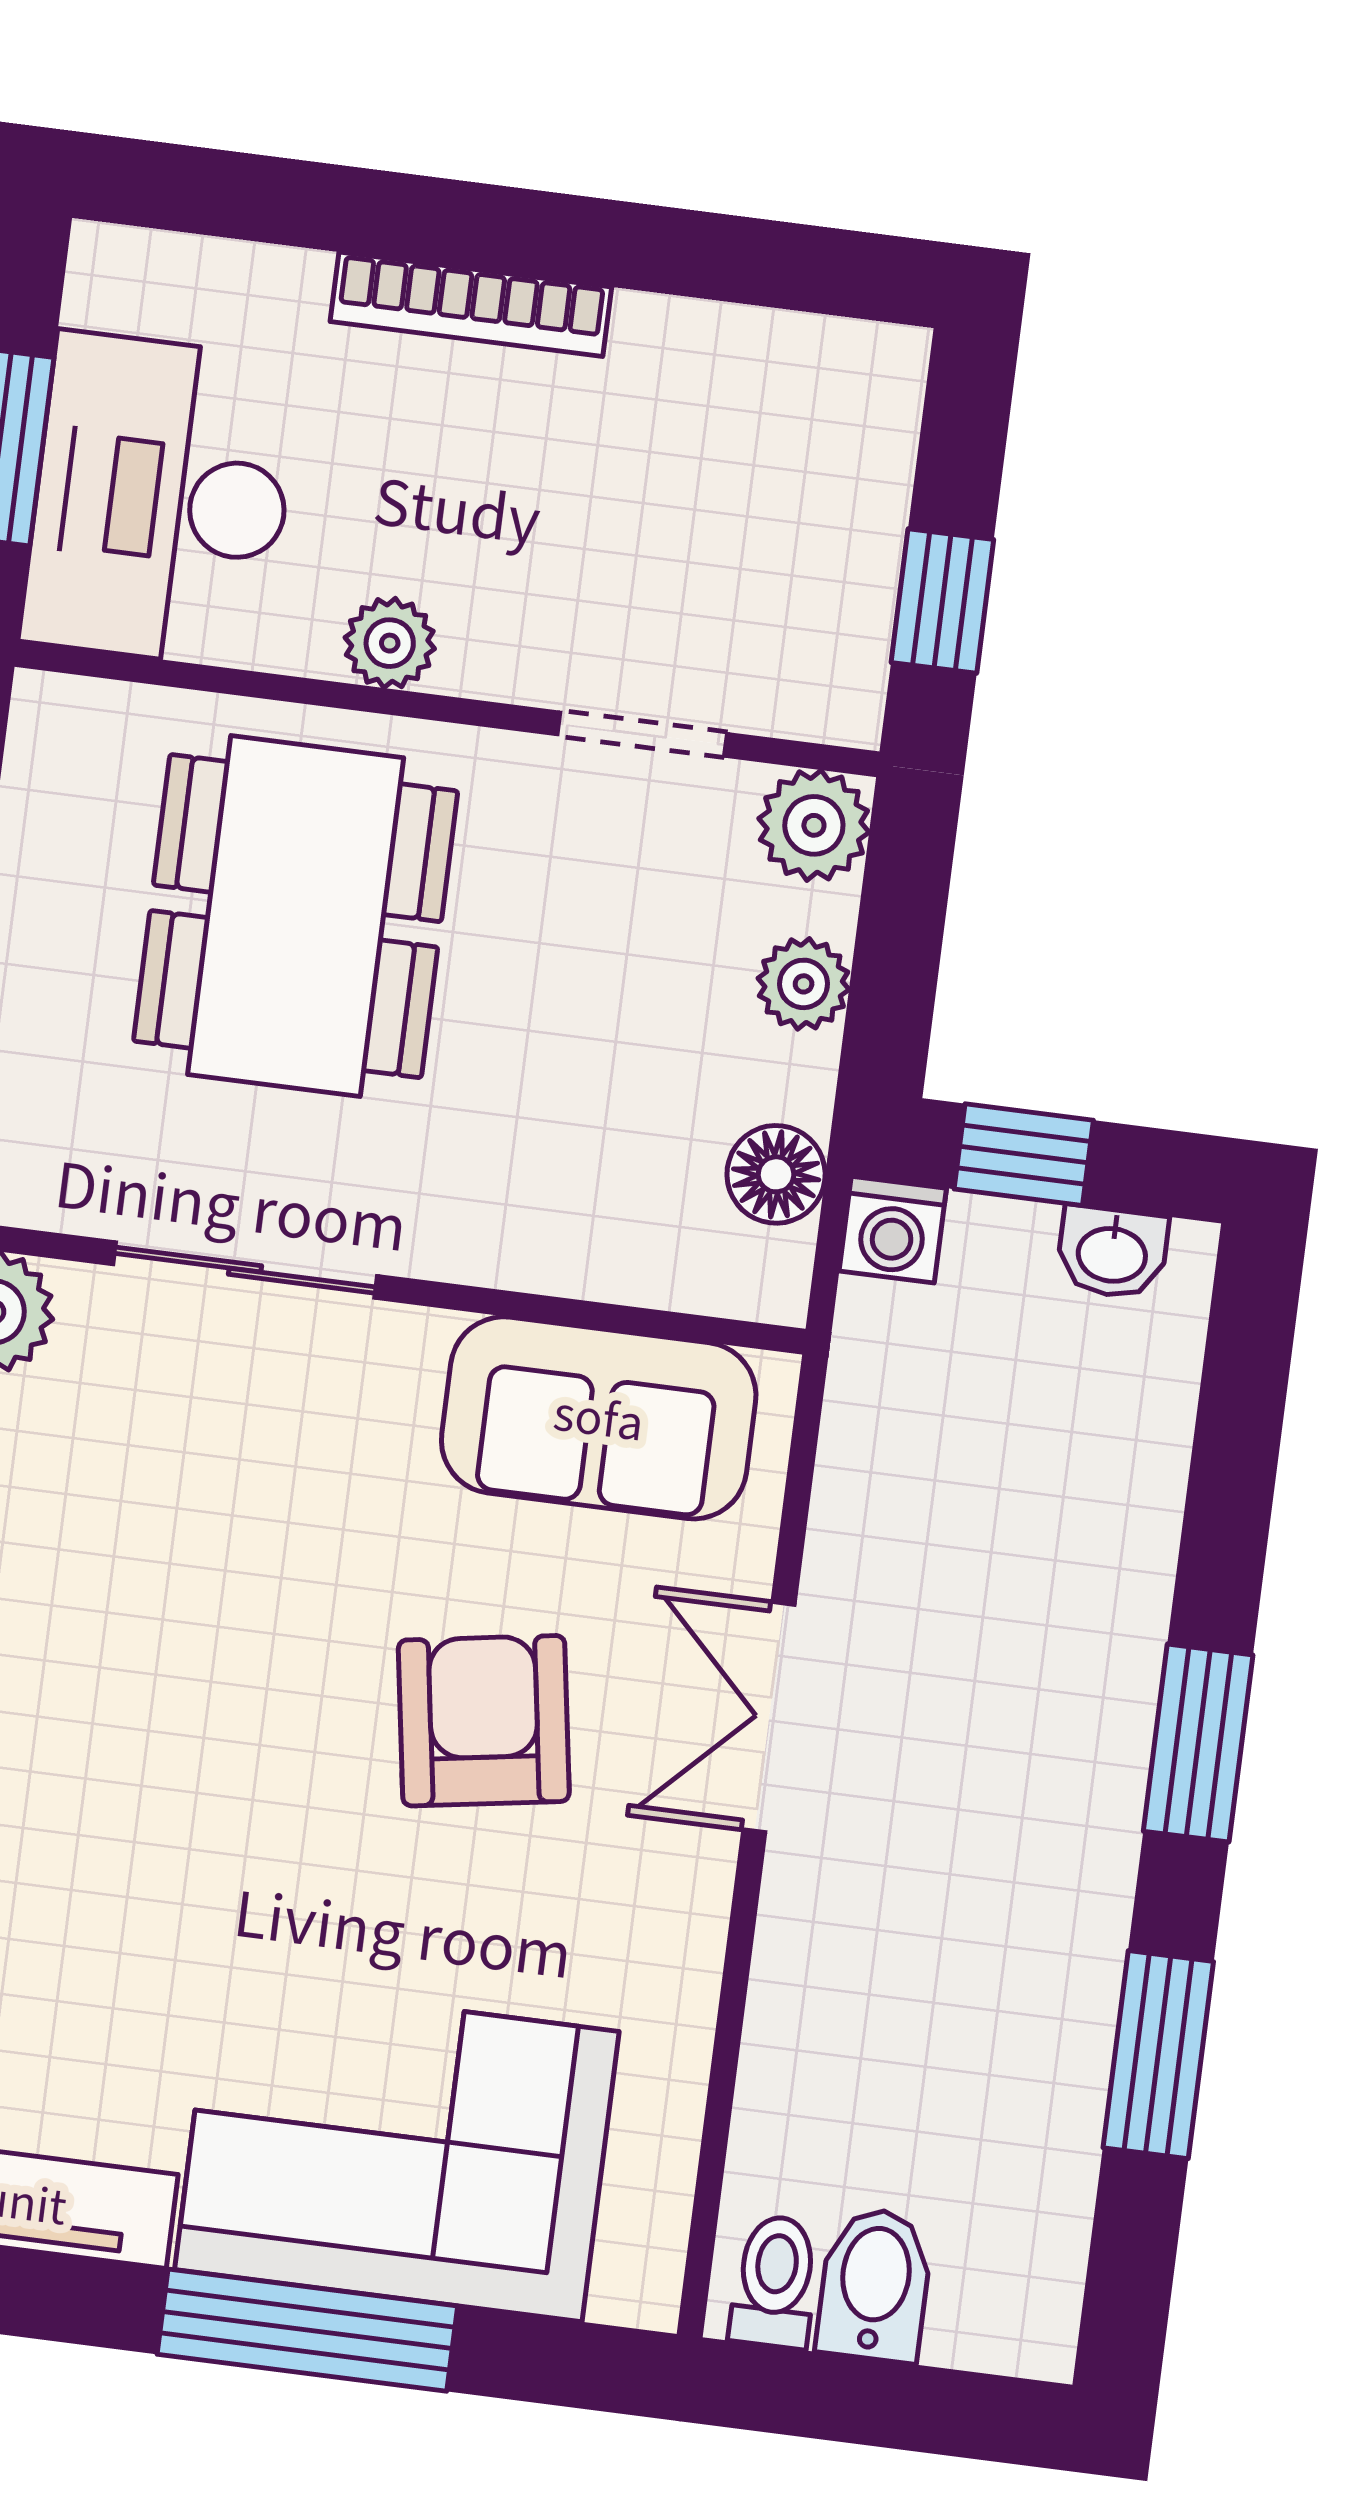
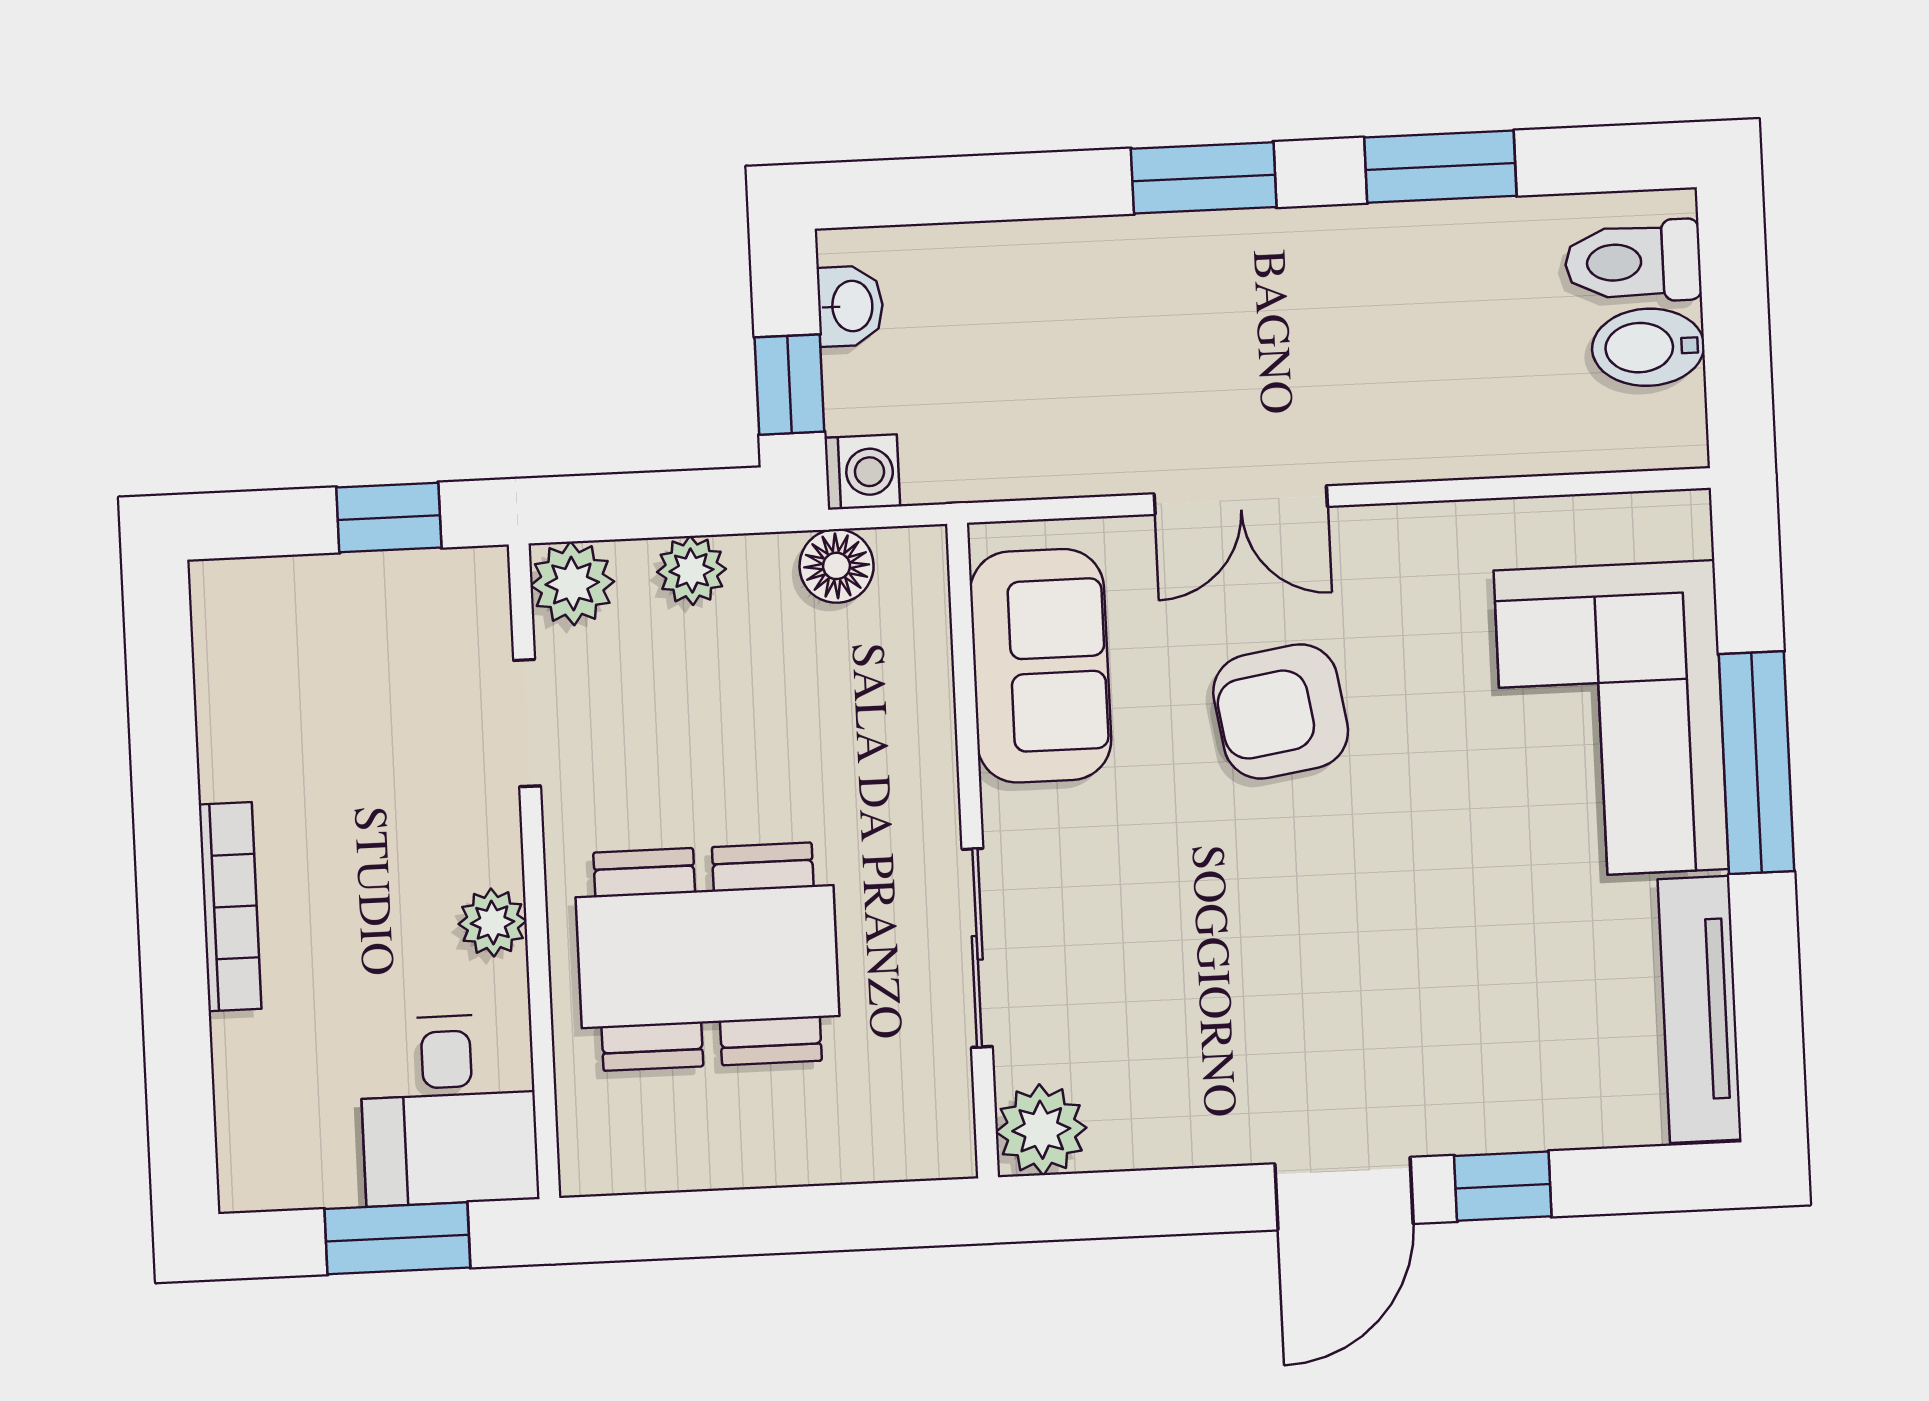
desk: (161, 500) -> (449, 1110), width x0.73
toilet: (775, 2282) -> (1633, 262), moved, width x1.37, depth x1.39

